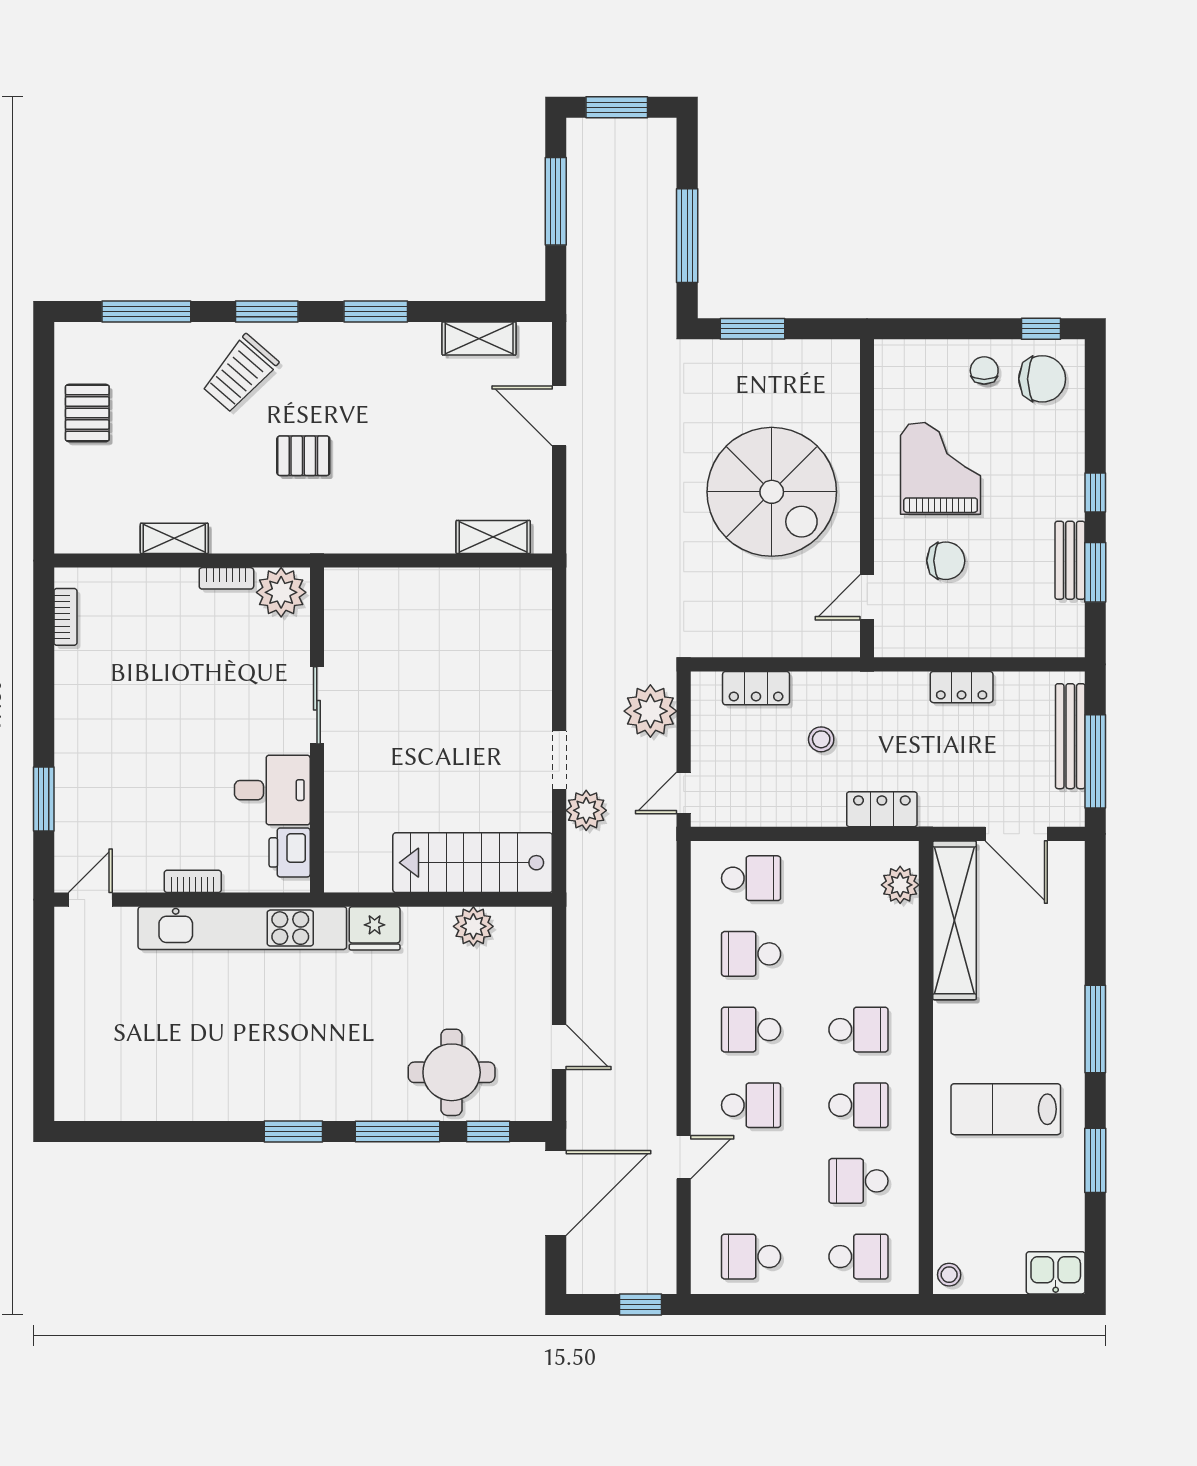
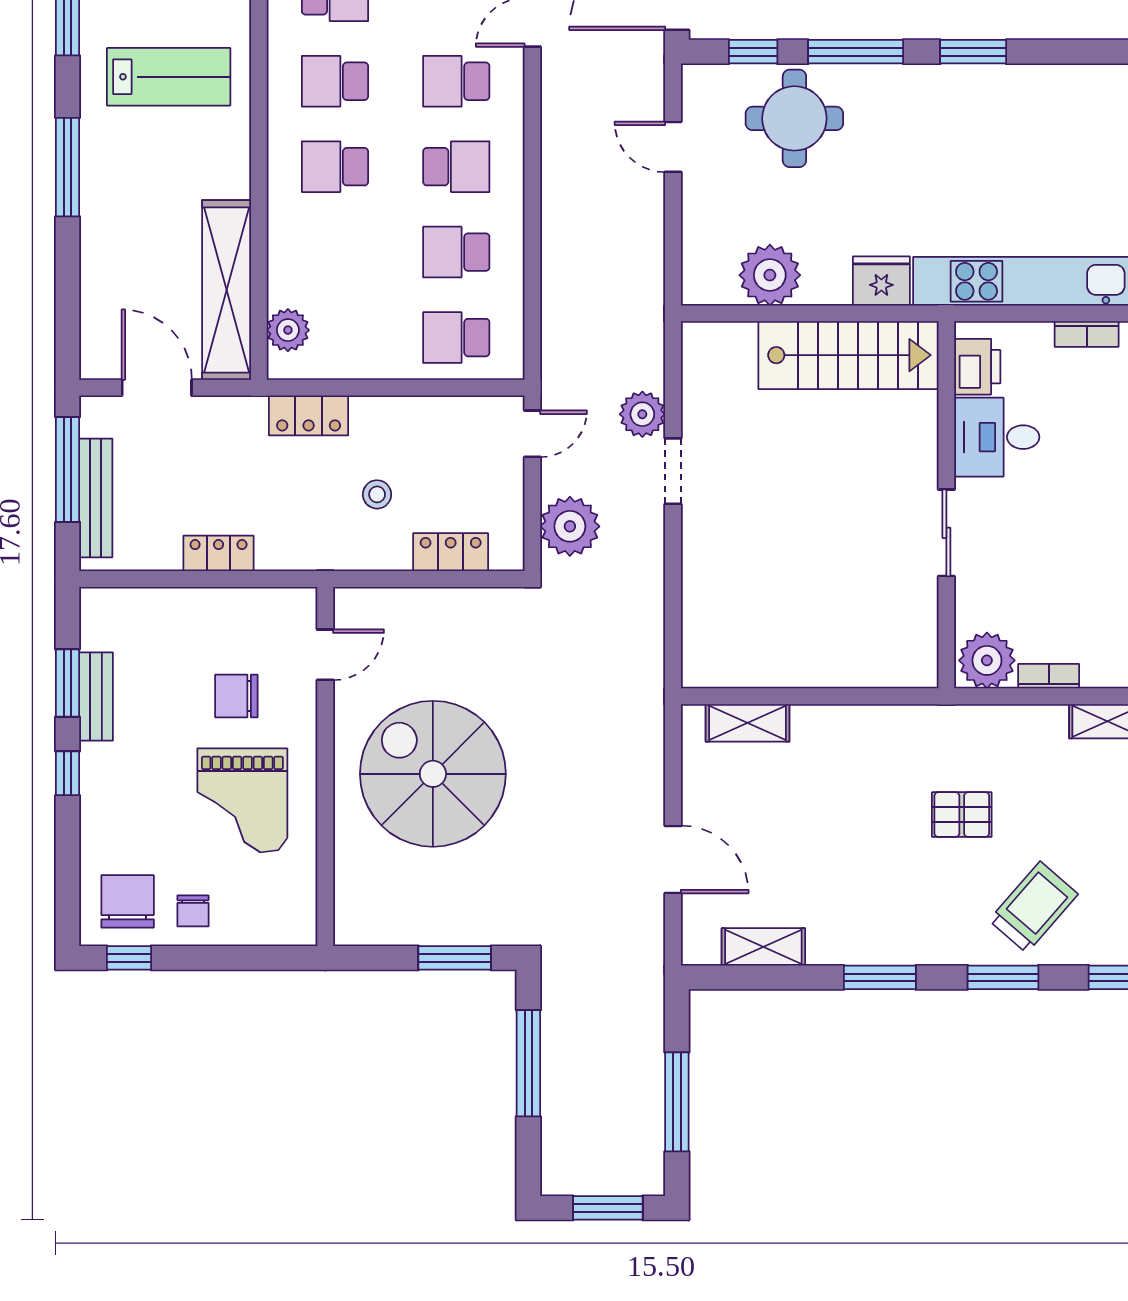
chair: (1042, 379) -> (128, 901), turned 90
stairs: (473, 863) -> (848, 355), moved
plant: (473, 926) -> (770, 275), width x1.36, depth x1.36
school desk: (751, 954) -> (456, 252), turned 180

